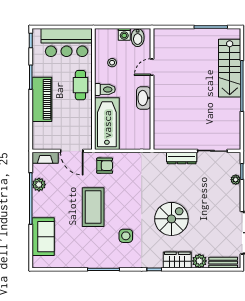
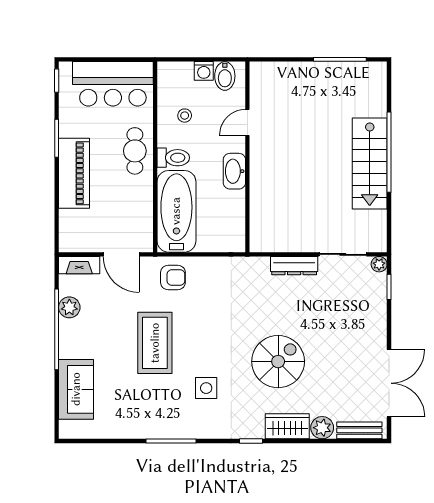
stairs: (230, 68) -> (370, 164), moved
plant: (236, 180) -> (379, 264), moved

